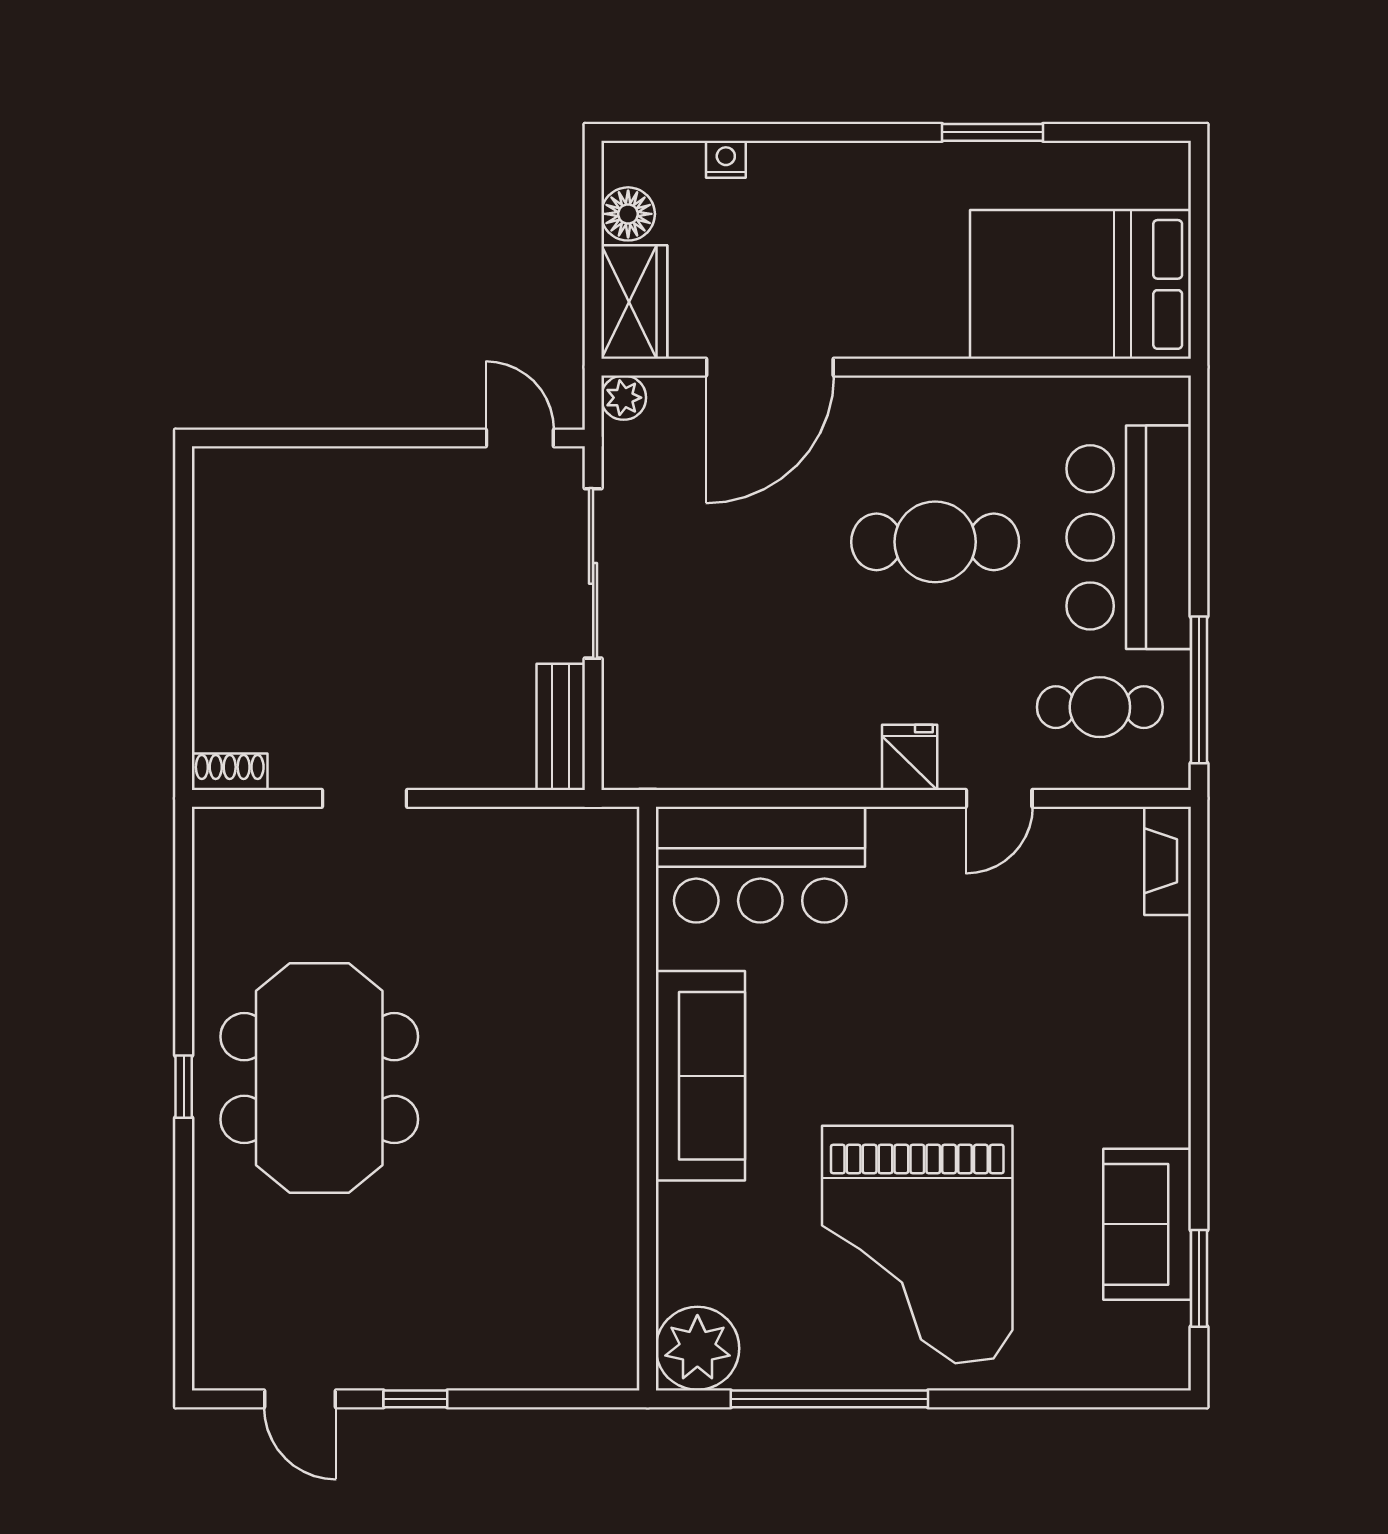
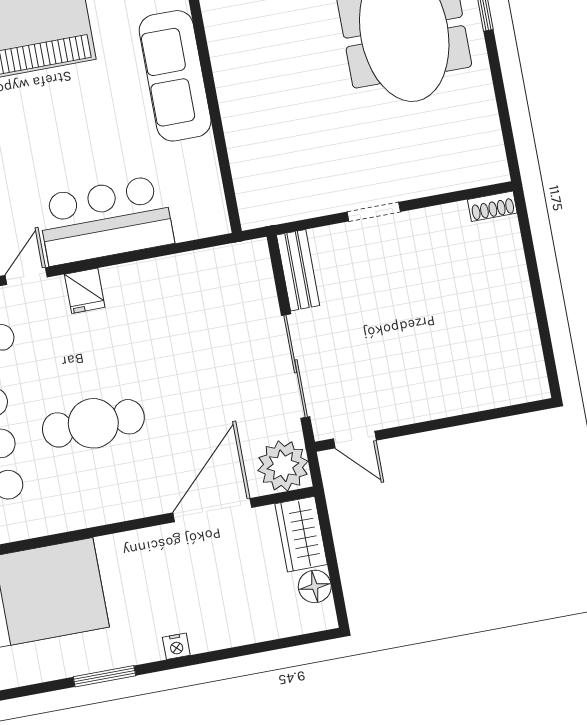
nightstand: (726, 159) -> (176, 646), moved
plant: (624, 398) -> (283, 466), width x1.87, depth x1.87
doorway: (365, 798) -> (374, 212), moved
bar counter: (760, 865) -> (106, 220), moved

